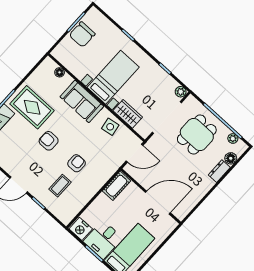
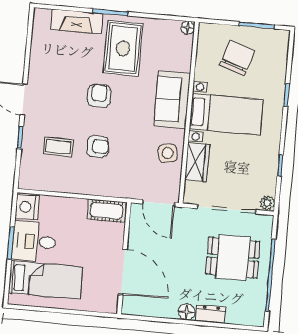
chair: (82, 34) -> (237, 58), moved, turned 108
floor lamp: (60, 72) -> (188, 28), moved
plant: (233, 139) -> (259, 302), removed
floor lamp: (231, 158) -> (187, 312), moved

